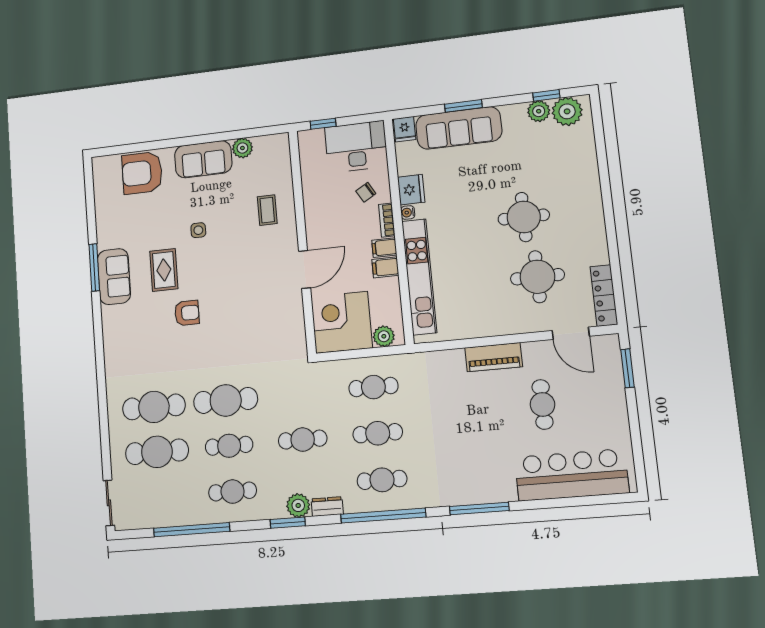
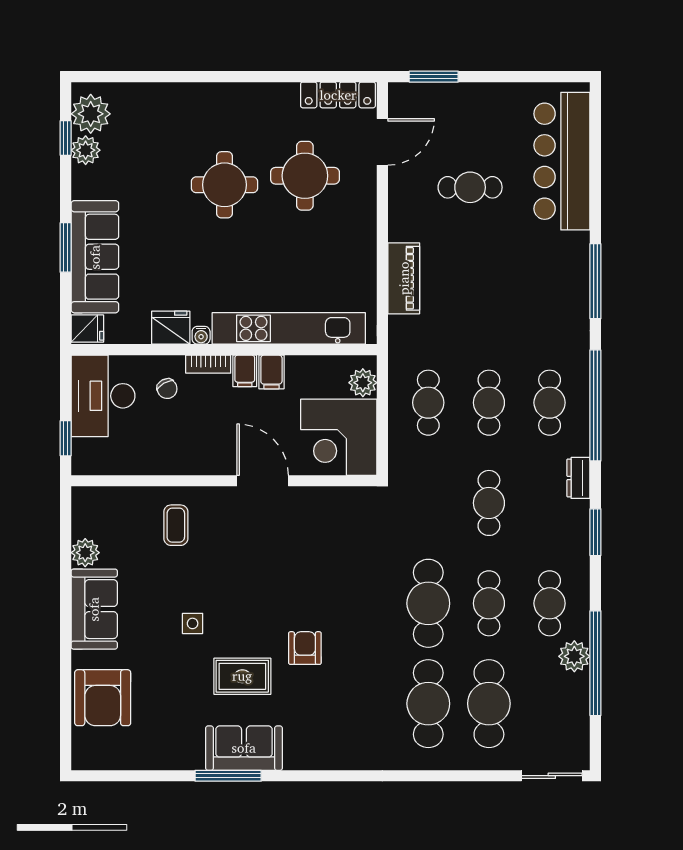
coffee table: (267, 210) -> (176, 525), turned 90
piano: (494, 357) -> (404, 278), moved
plant: (298, 505) -> (574, 656), moved

